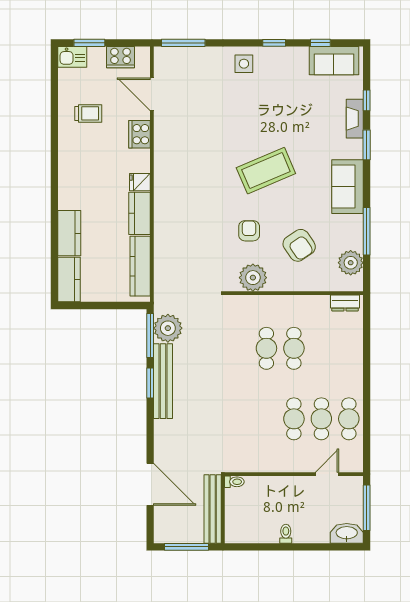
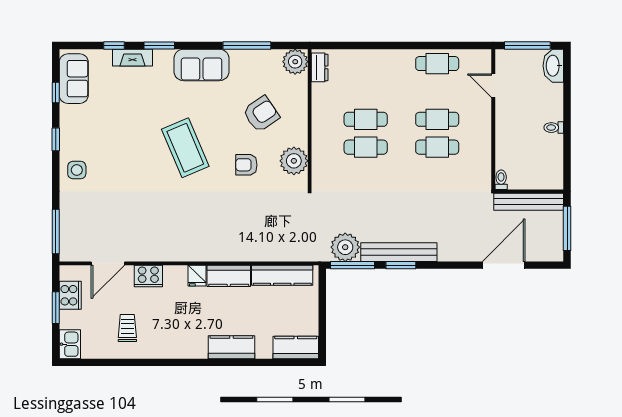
window: (89, 43) -> (56, 308), moved
kitchen counter: (69, 233) -> (231, 347), moved
plant: (351, 263) -> (295, 62), moved
cafe table: (321, 419) -> (437, 147), moved

